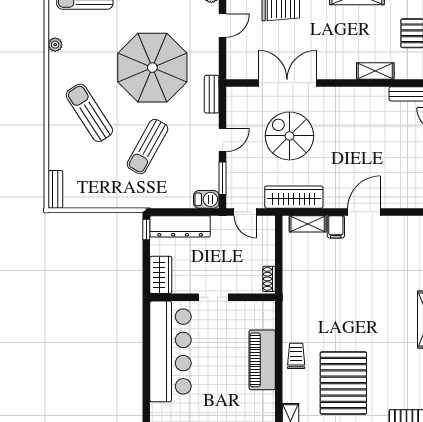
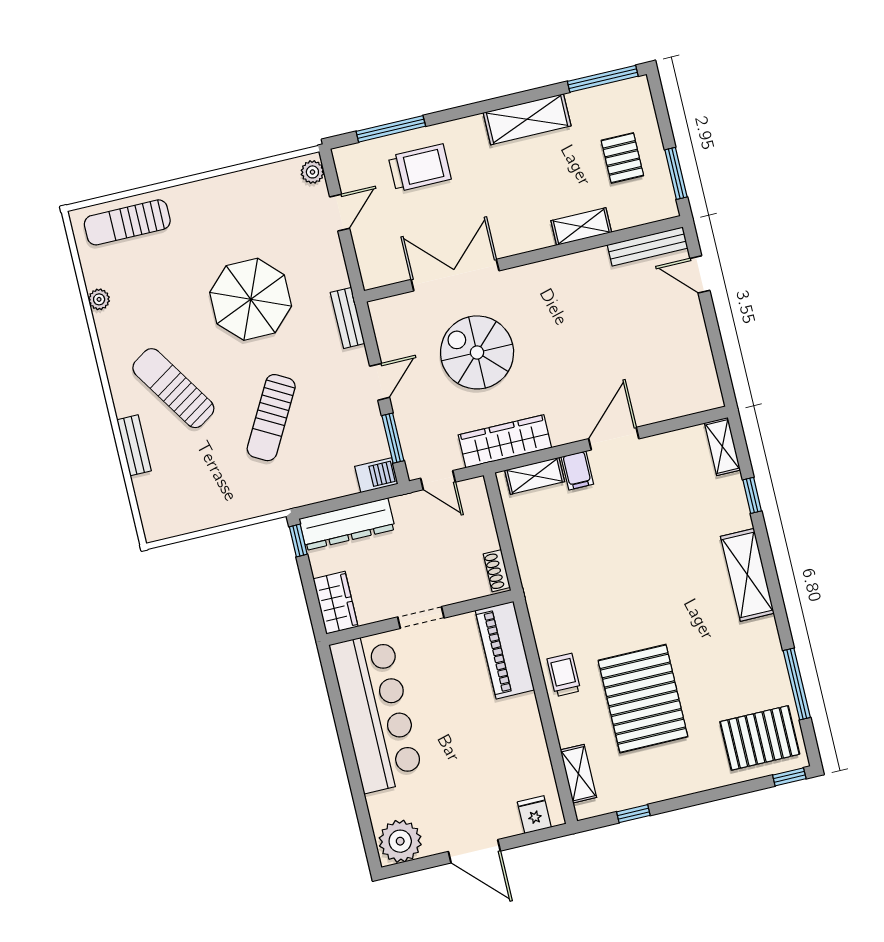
parasol: (152, 68) -> (251, 299), width x0.73, depth x0.73
bench: (55, 189) -> (134, 445), moved
piano: (262, 360) -> (505, 650), moved

